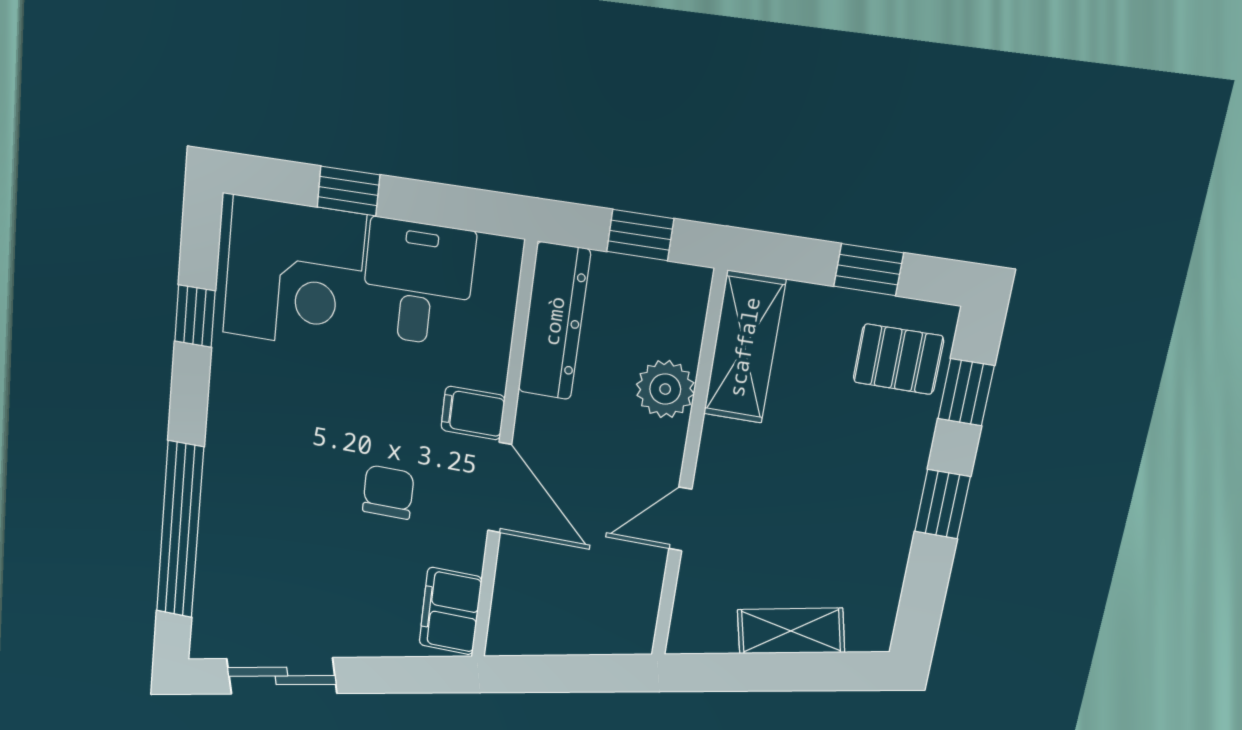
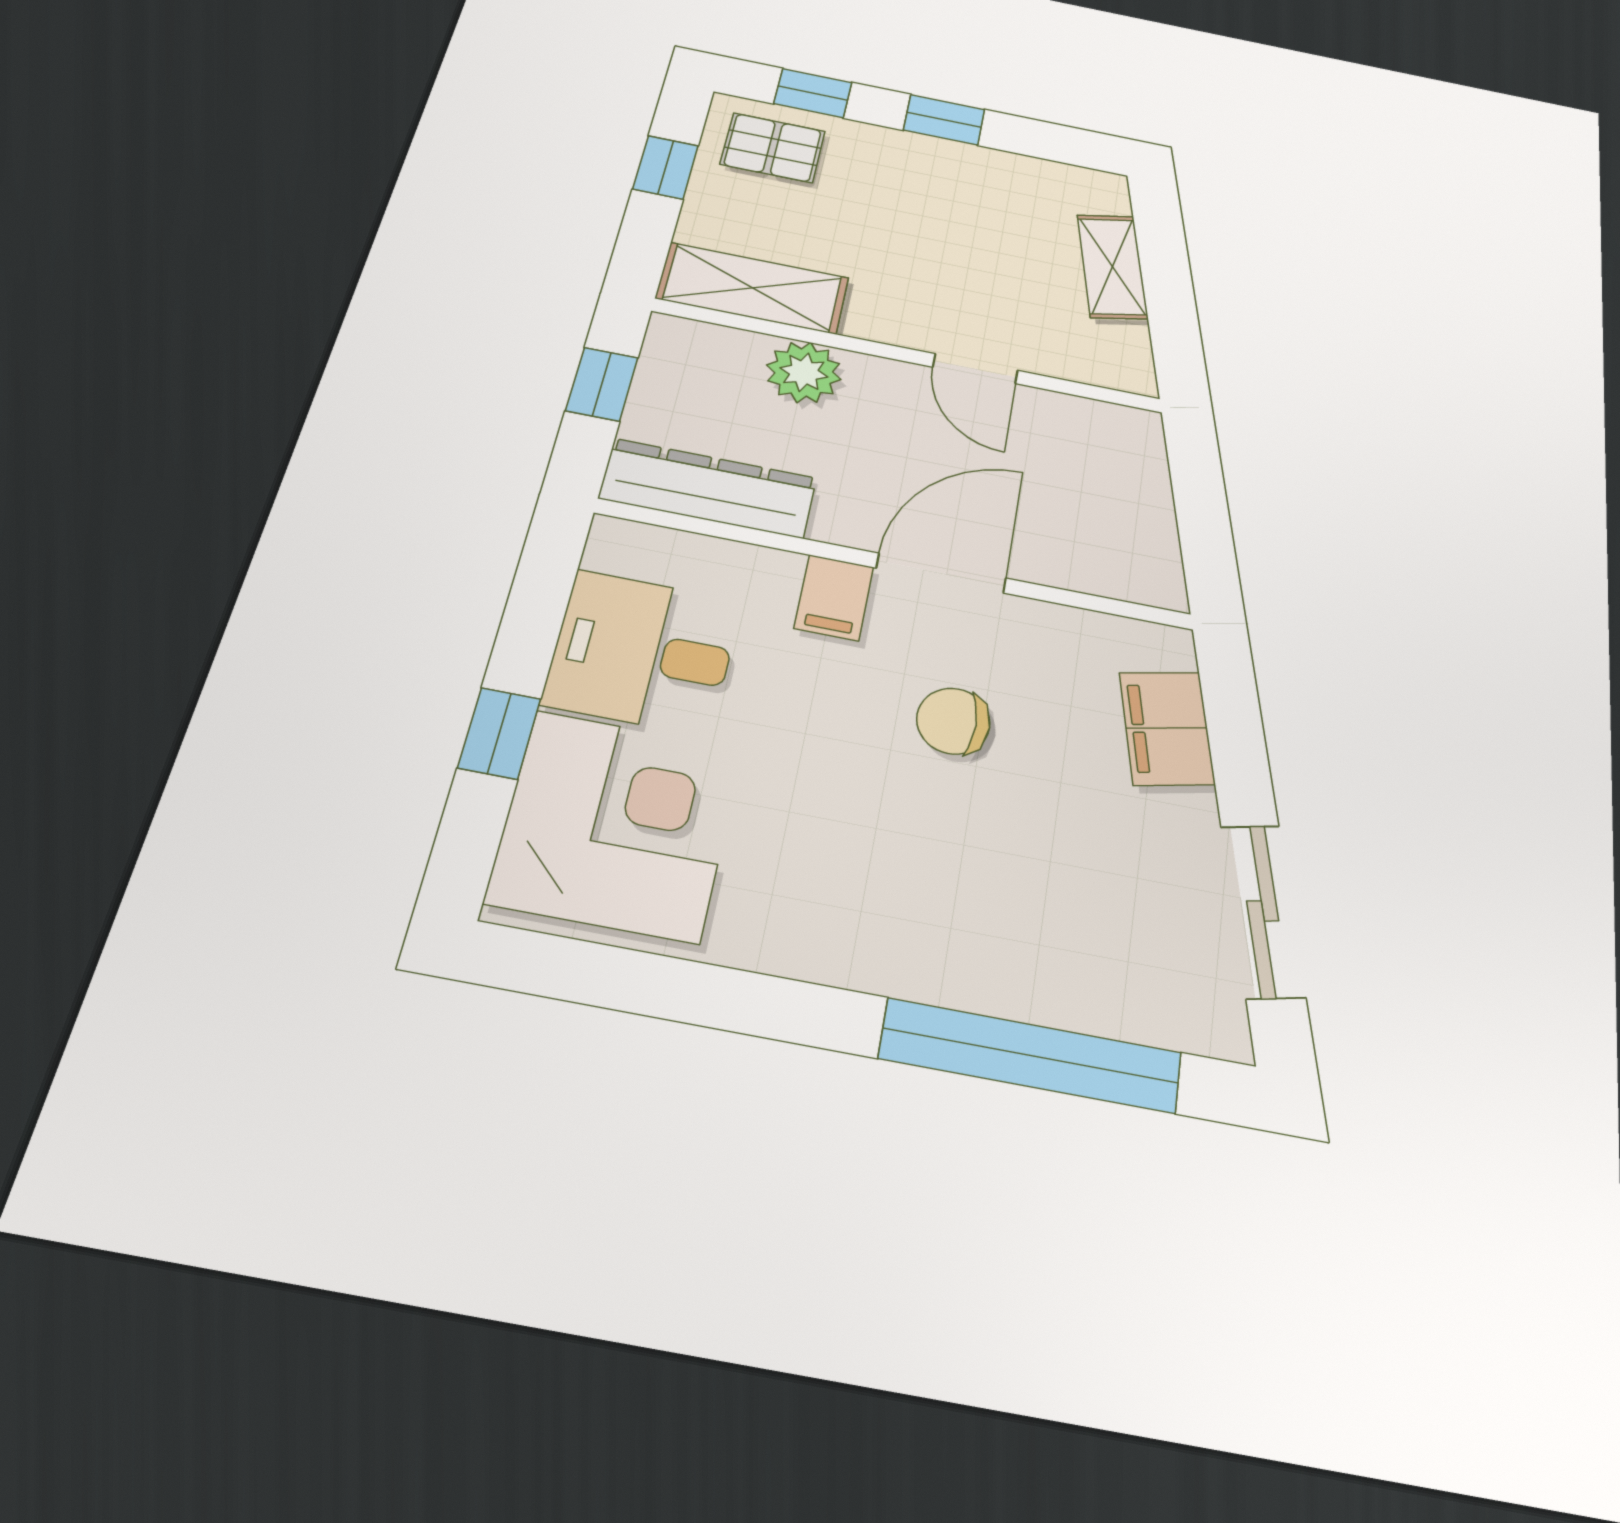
window: (195, 316) -> (671, 988), removed
pallet: (898, 359) -> (773, 148), turned 90
filing cabinet: (450, 611) -> (1167, 728), moved, turned 78

